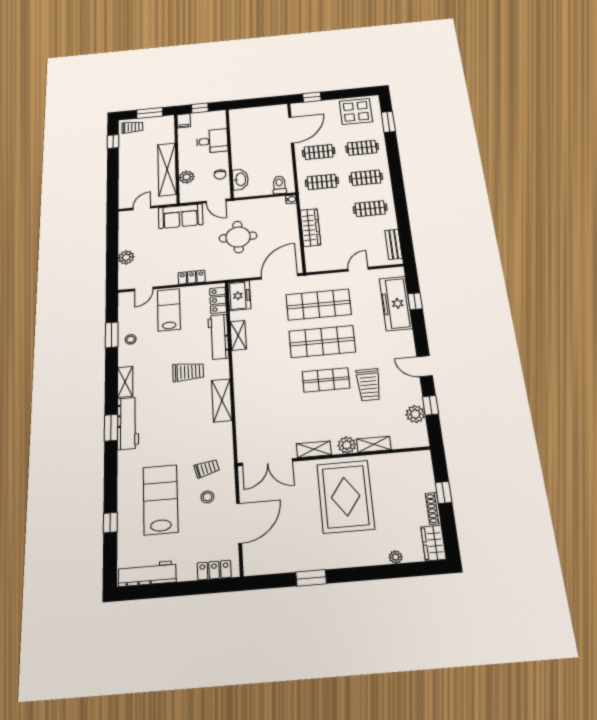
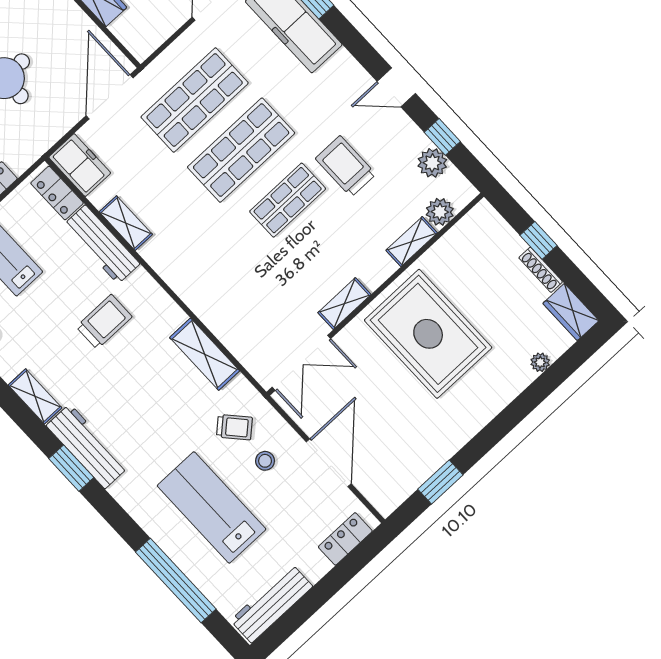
trolley: (369, 385) -> (346, 166), turned 180
shelving: (222, 400) -> (205, 354), moved
plant: (347, 445) -> (440, 212), moved
trolley: (207, 468) -> (234, 427), turned 62
window: (110, 523) -> (176, 581), width x3.17
window: (311, 578) -> (440, 482), moved

